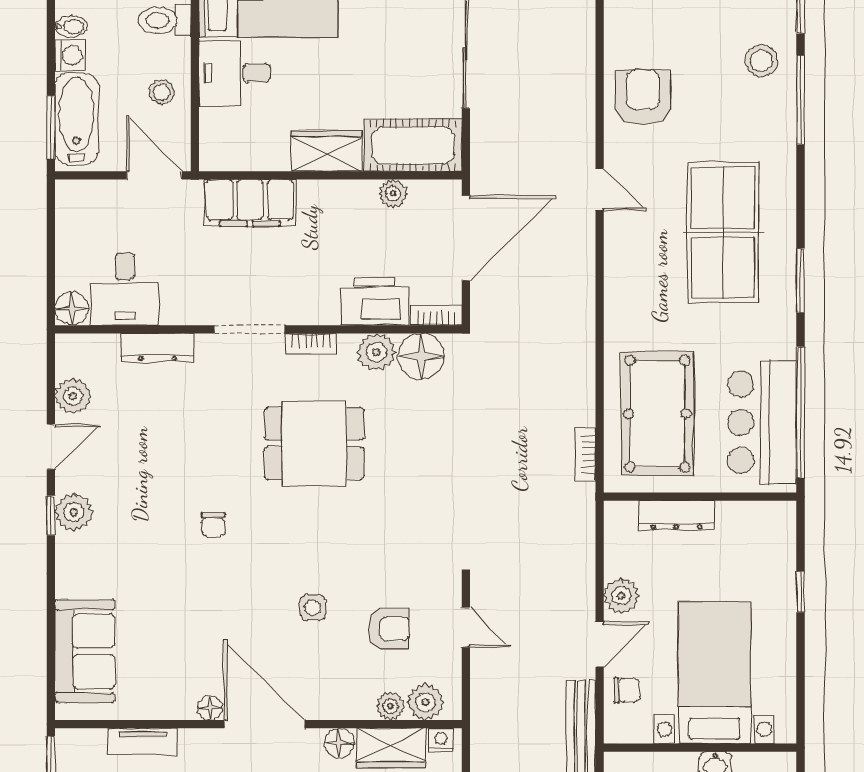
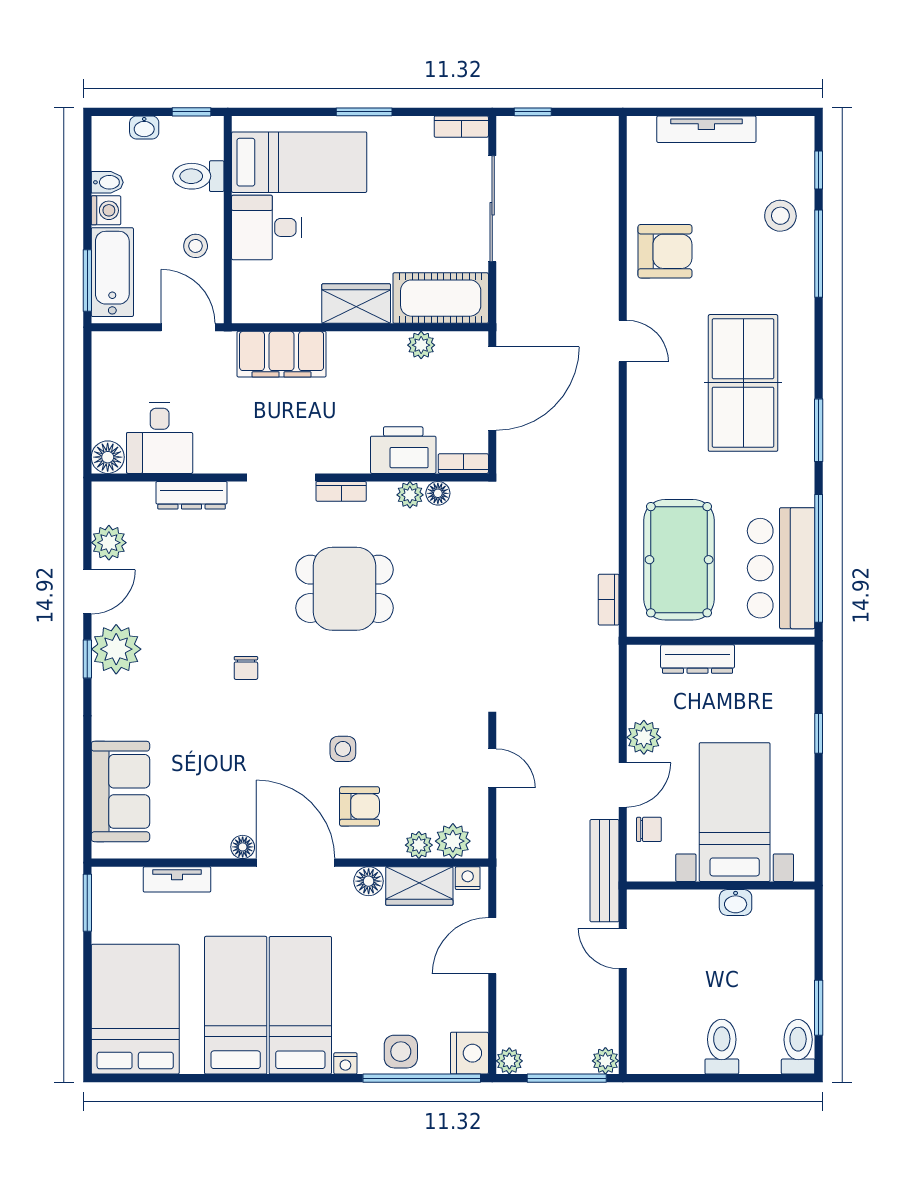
armchair: (643, 97) -> (665, 251), turned 90
plant: (376, 352) -> (410, 495), width x0.73, depth x0.73
floor lamp: (421, 356) -> (438, 493), width x0.53, depth x0.53
plant: (74, 512) -> (116, 649), width x1.36, depth x1.36
armchair: (389, 629) -> (359, 806), moved

